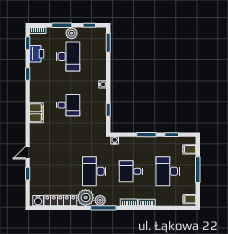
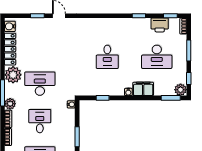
plant: (72, 33) -> (180, 90), moved
filing cabinet: (36, 113) -> (143, 89), moved, turned 180
plant: (100, 200) -> (10, 104), moved

